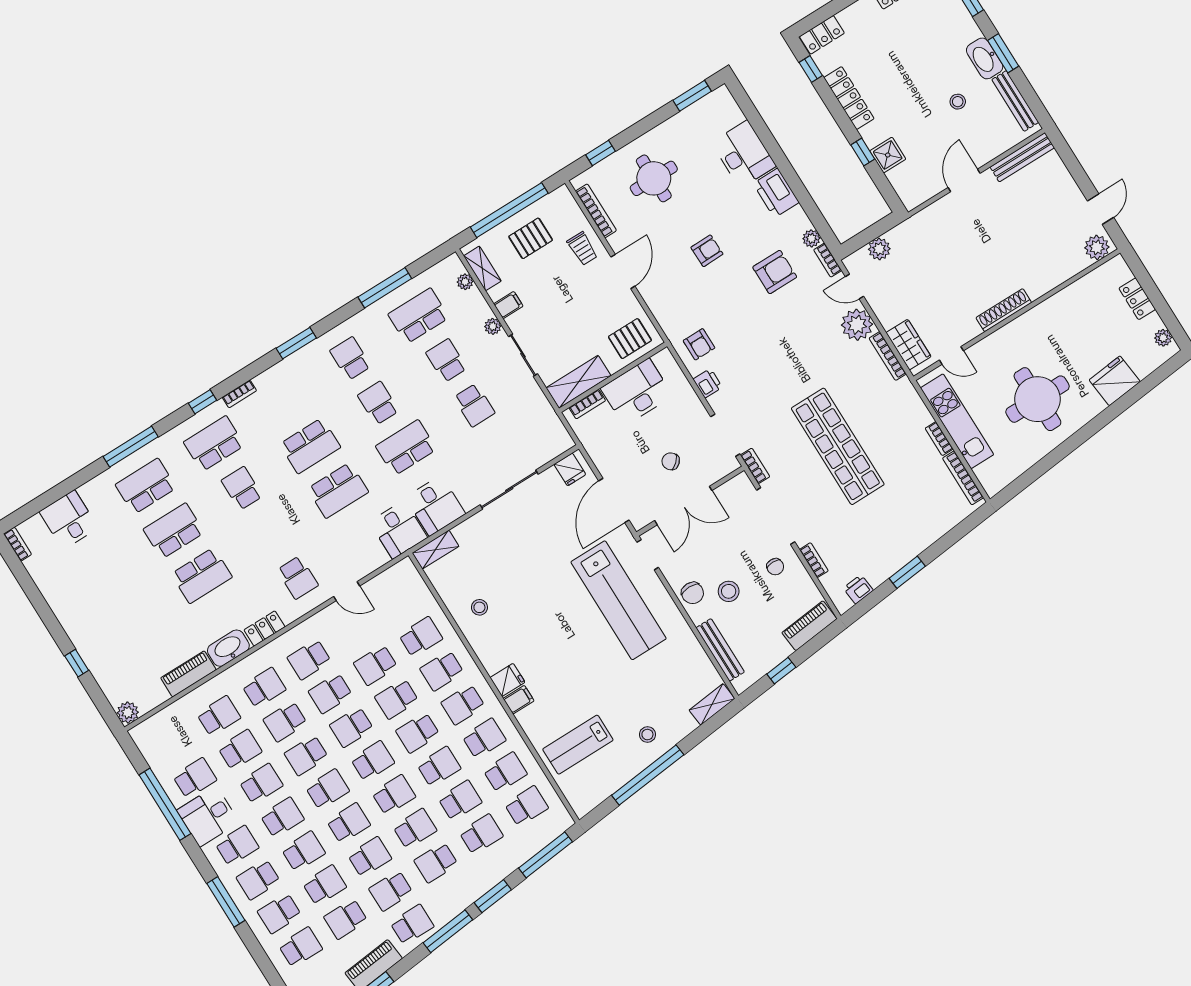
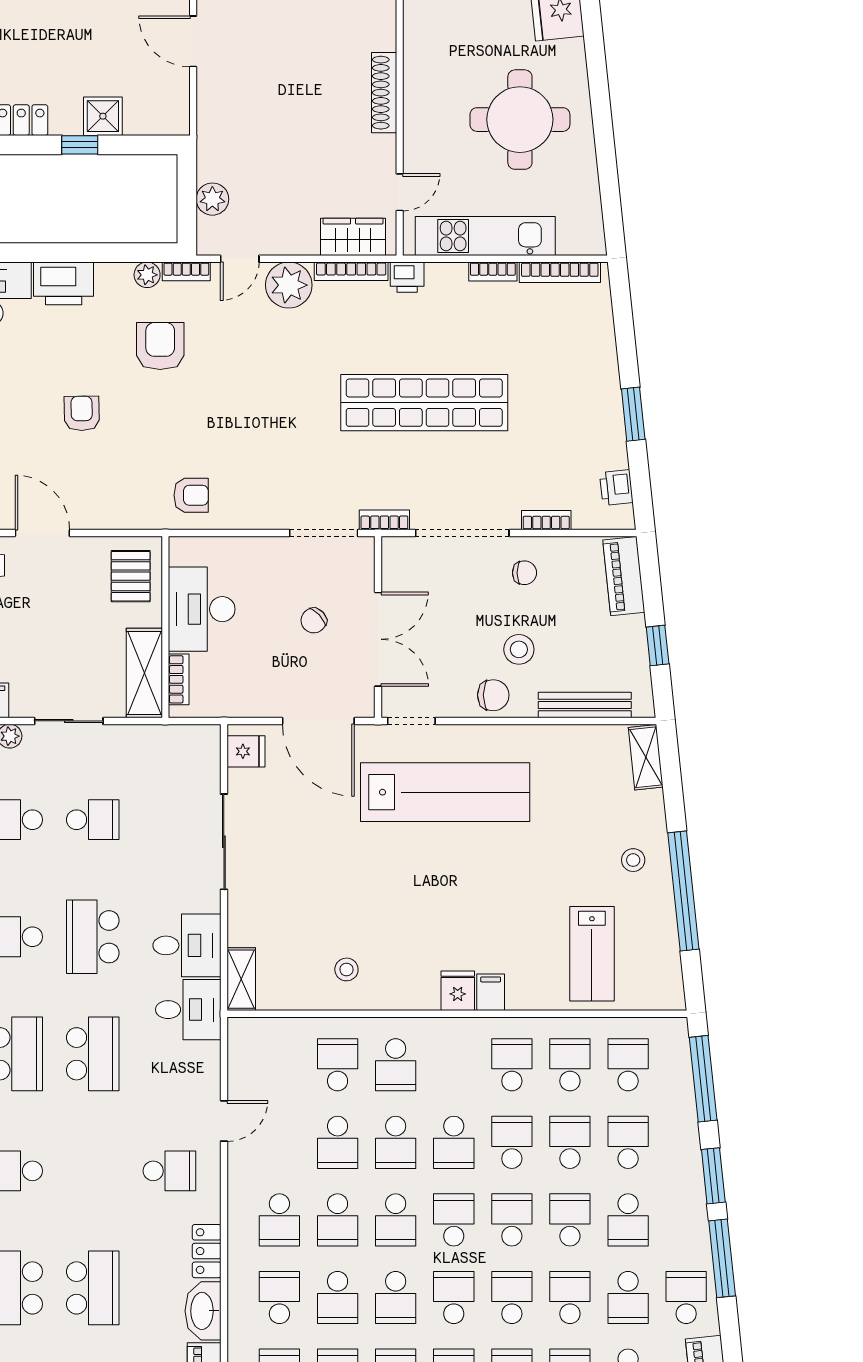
printer: (708, 383) -> (407, 277), moved, turned 180
school desk: (463, 705) -> (454, 1065), removed

